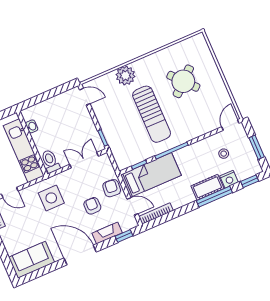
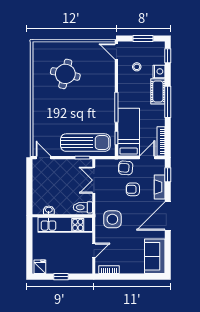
plant: (125, 76) -> (41, 118), removed
round table: (183, 81) -> (65, 74), turned -35
door: (85, 97) -> (44, 158), hinge flipped
sun lounger: (152, 114) -> (85, 143), moved
window: (214, 197) -> (168, 102), moved

